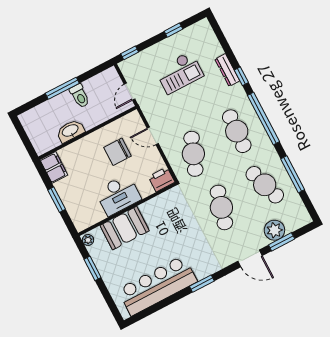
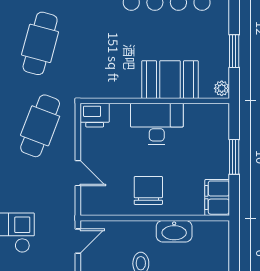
chair: (118, 152) -> (148, 190), moved, turned -90

